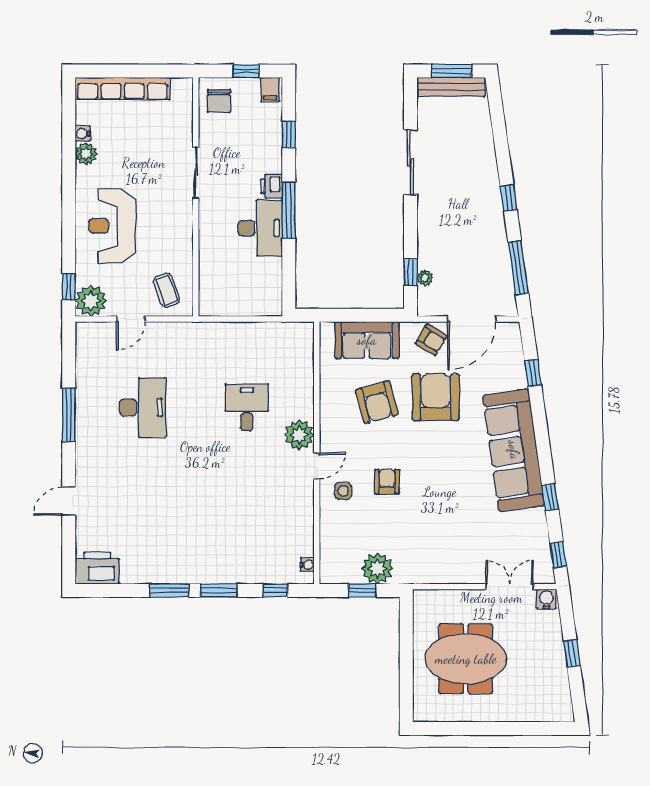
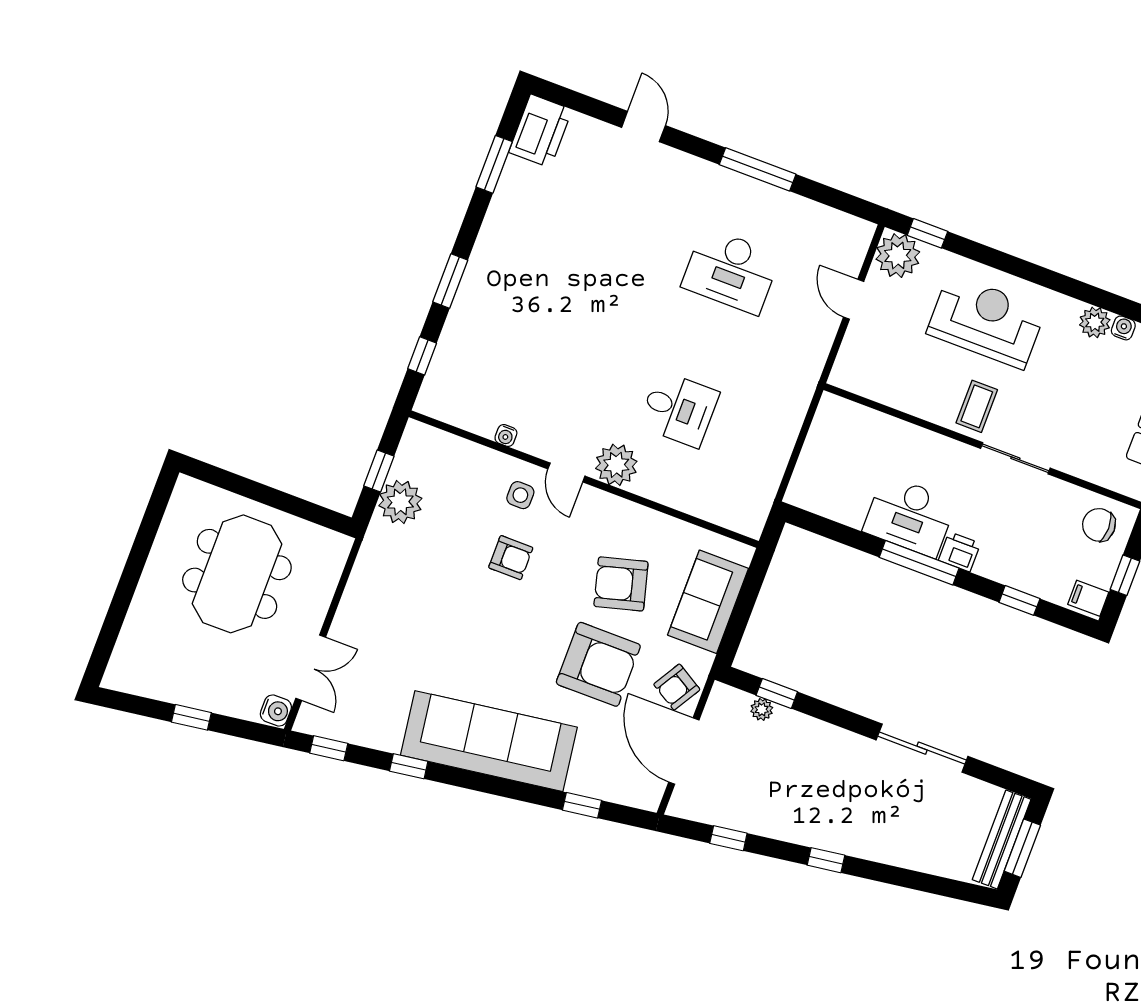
window: (518, 268) -> (728, 838), width x0.46
coffee table: (167, 290) -> (977, 406), moved, turned -70
water cooler: (307, 565) -> (506, 436), moved
window: (169, 590) -> (494, 164), moved

